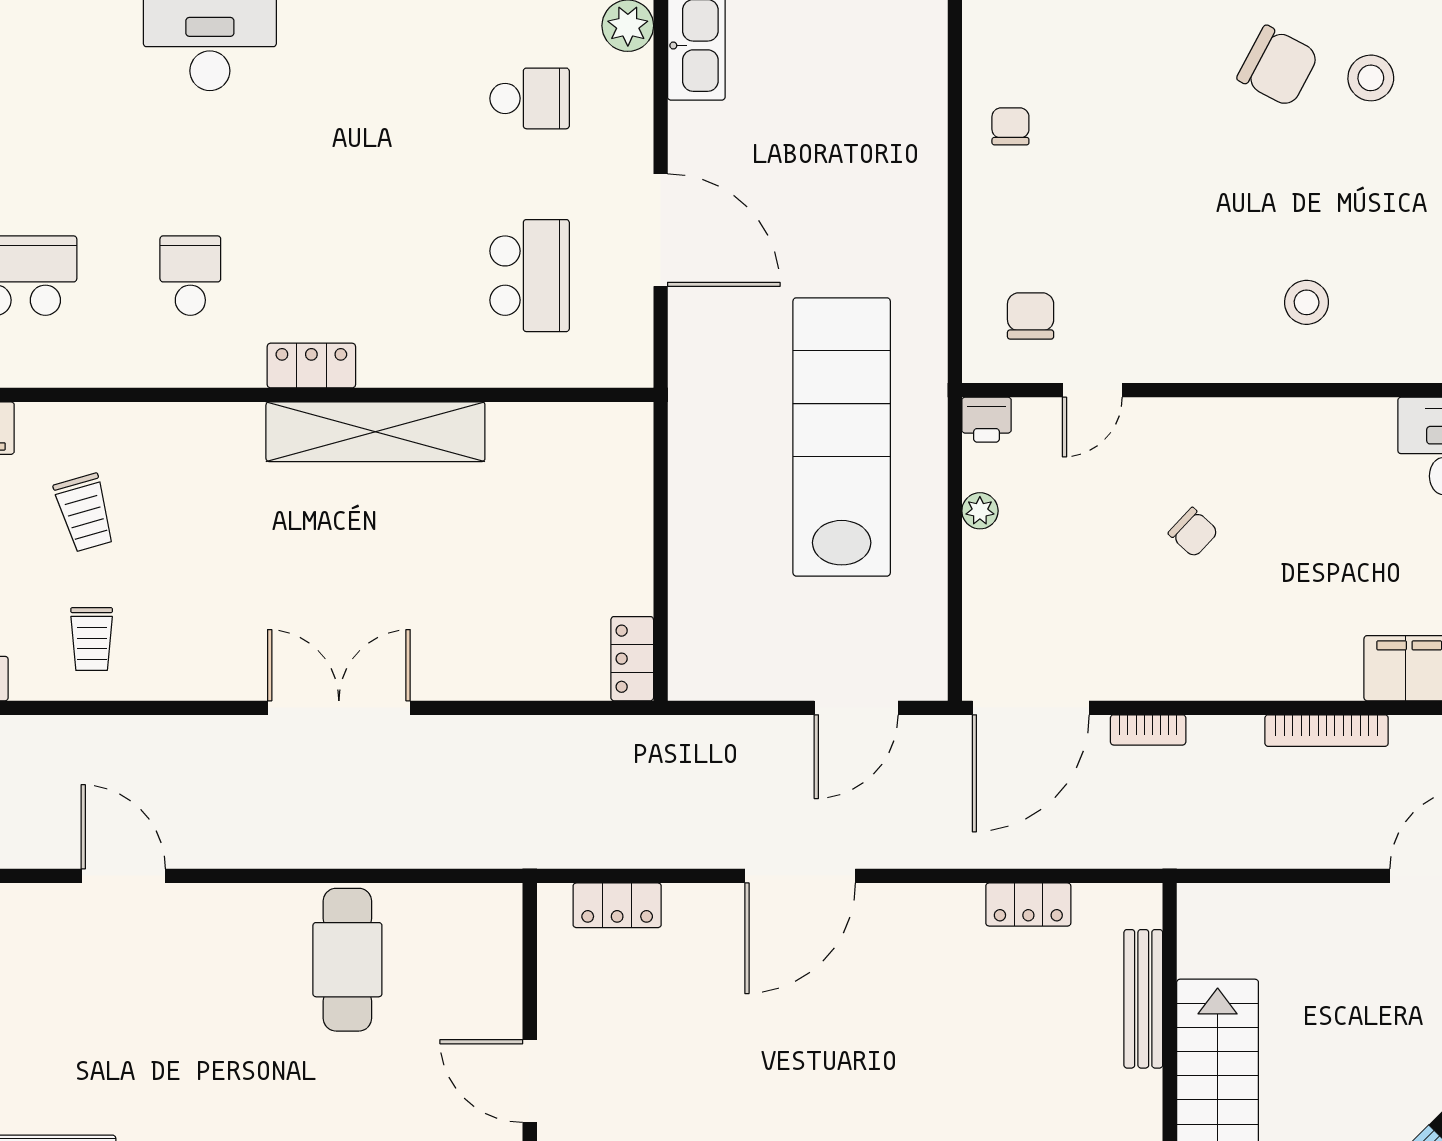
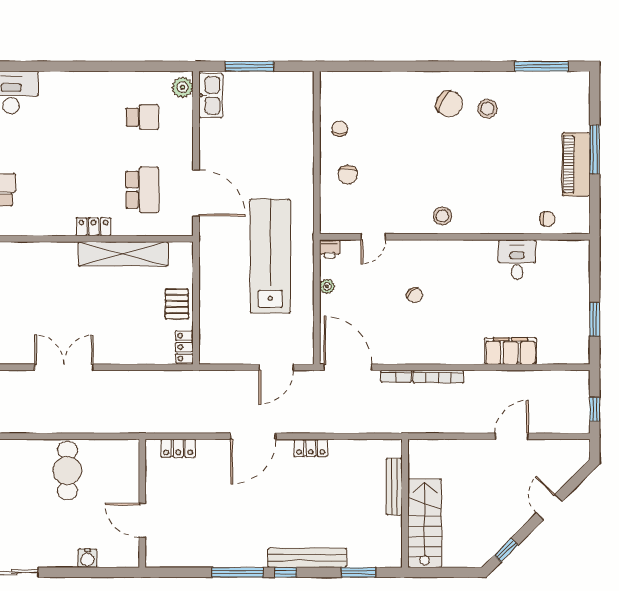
door: (661, 230) -> (196, 193), moved
stool: (1307, 302) -> (442, 216), moved
chair: (1031, 316) -> (348, 175), moved, turned 180
locker: (311, 366) -> (94, 227), moved
shelving: (375, 432) -> (123, 254), moved
pallet: (614, 554) -> (177, 304), added
door: (1031, 708) -> (348, 367), swing flipped
bookcase: (1327, 731) -> (438, 377), moved
locker: (1028, 904) -> (311, 448), moved

